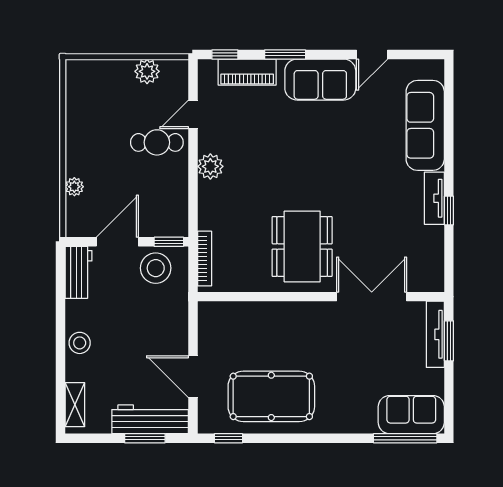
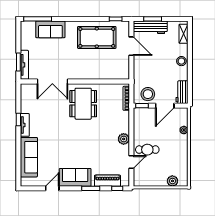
plant: (147, 71) -> (172, 181), moved
sofa: (411, 415) -> (50, 29), moved

